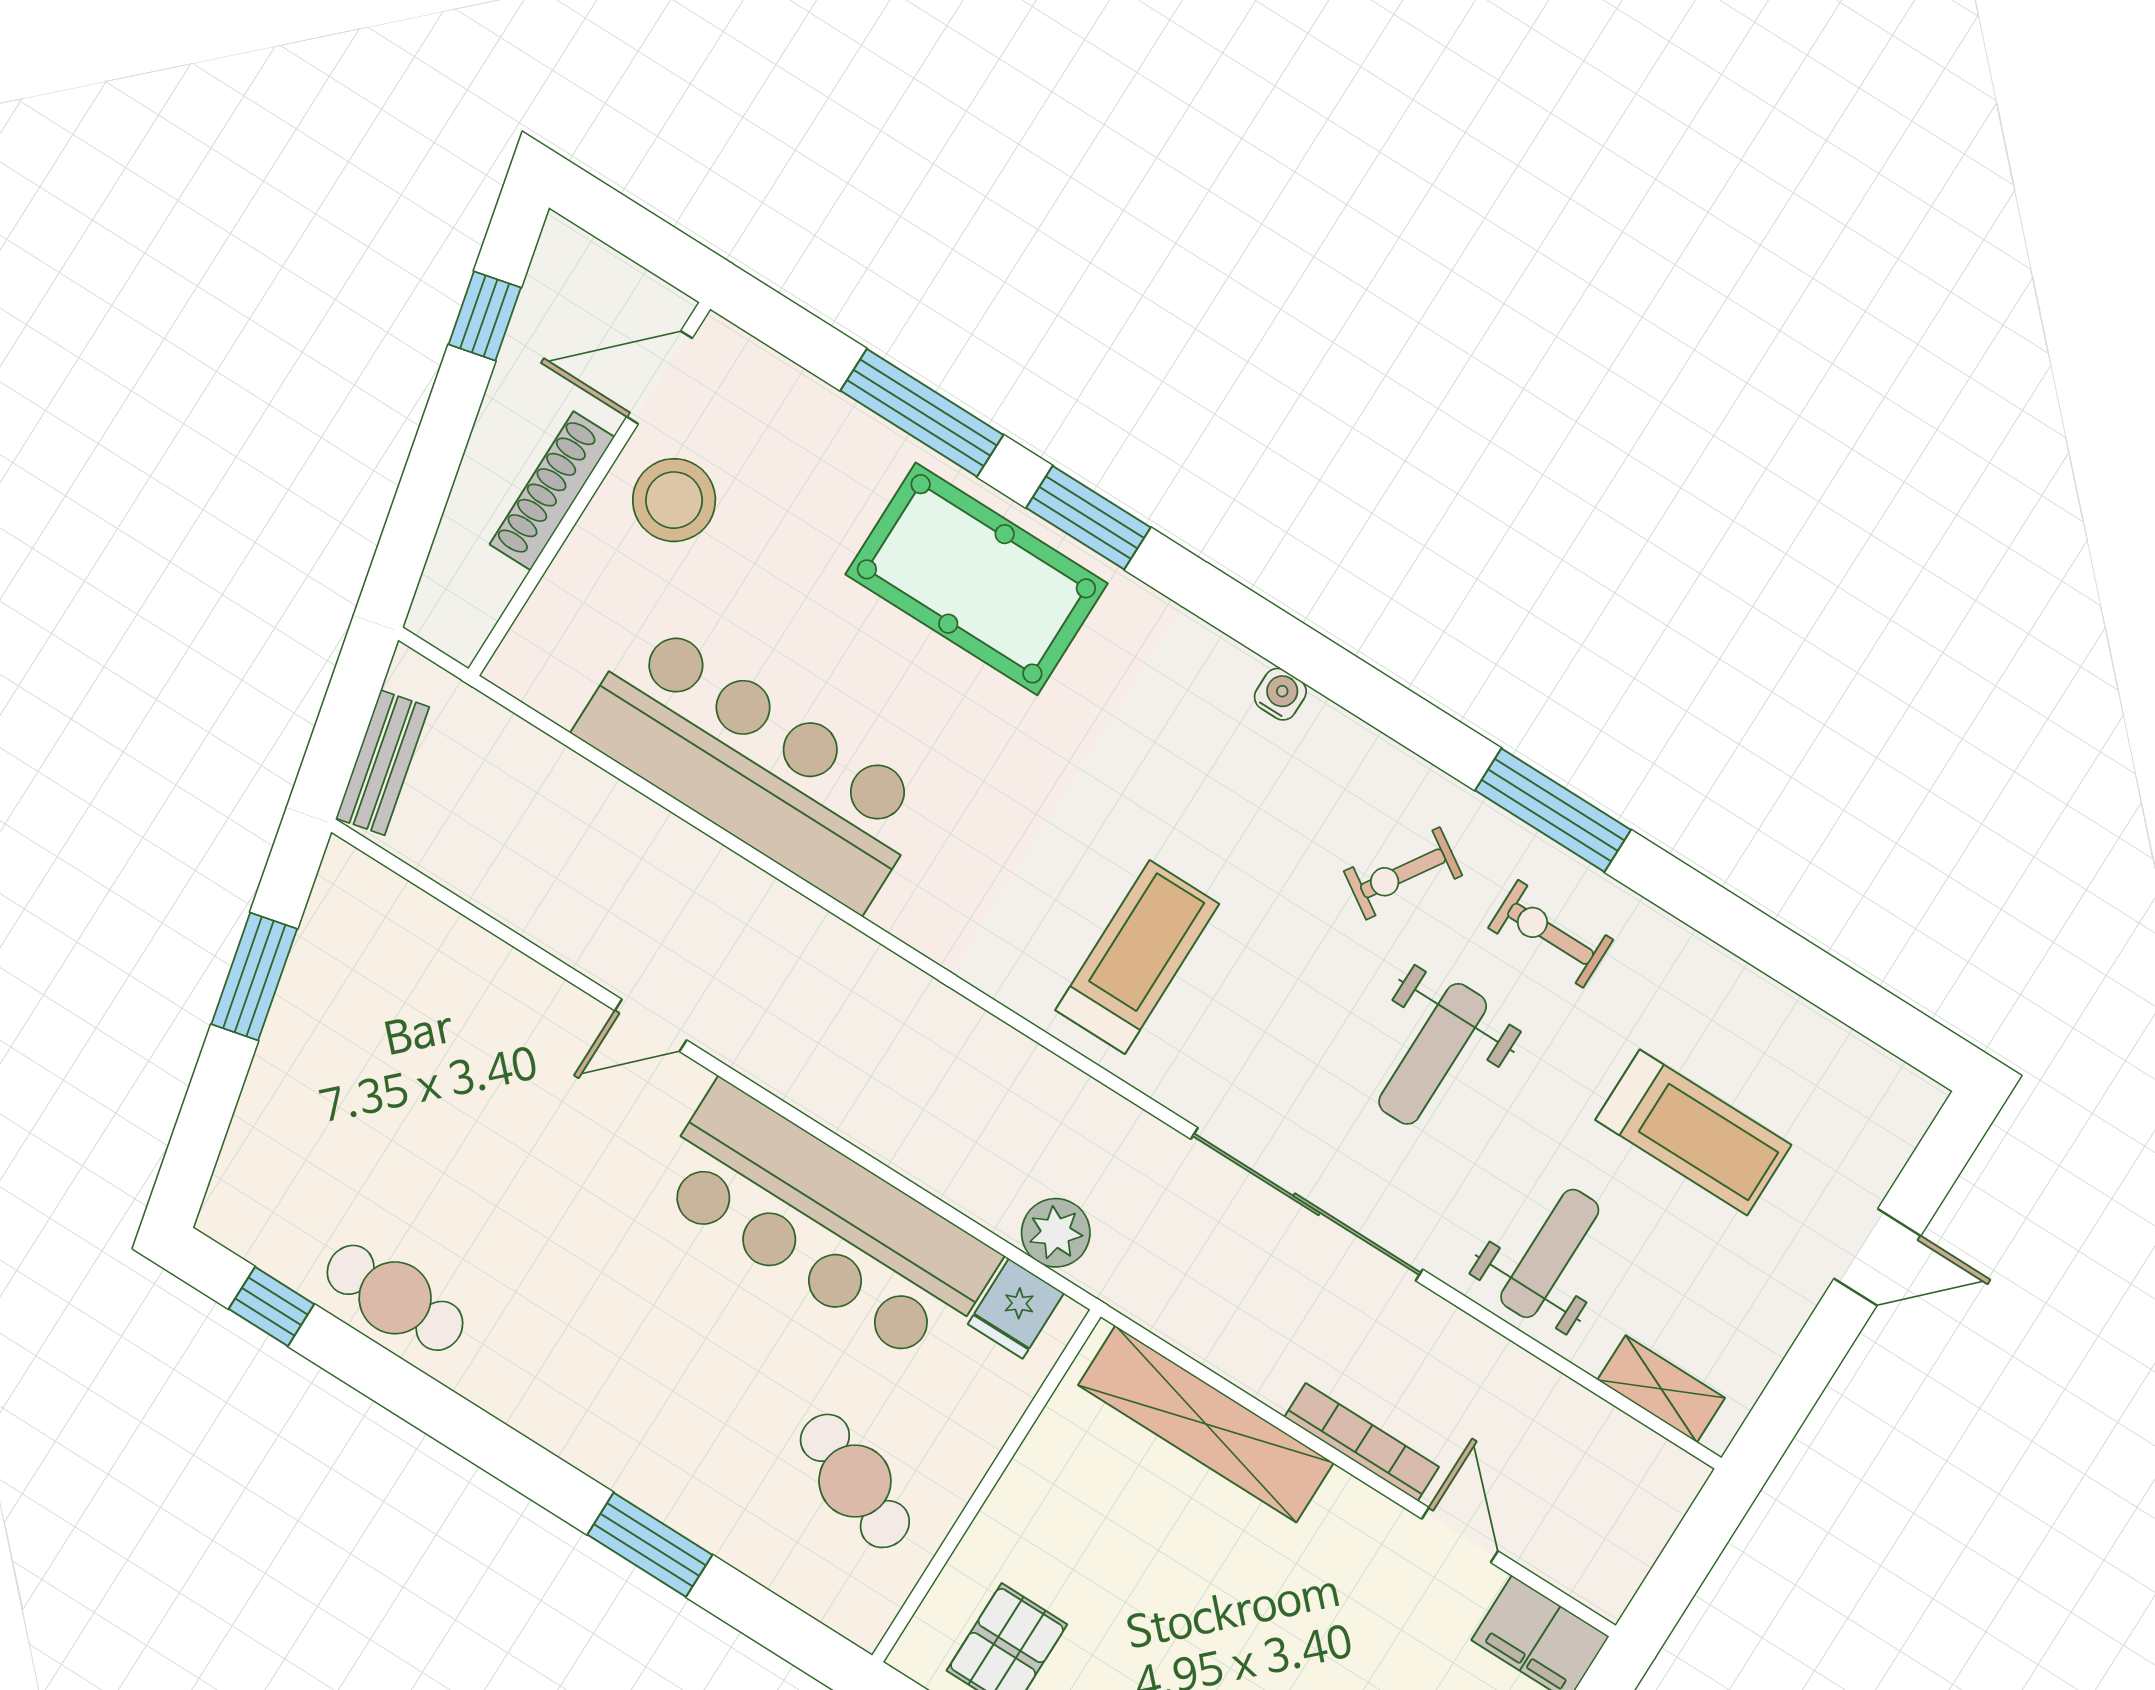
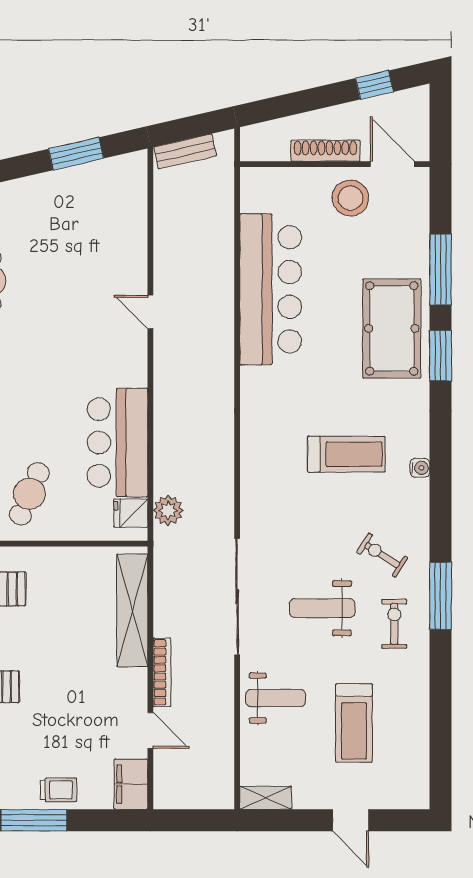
treadmill: (1137, 957) -> (346, 454), moved
bar counter: (825, 1224) -> (118, 442), width x0.73
shelving: (1661, 1389) -> (266, 798), moved, turned 90
door: (1460, 1535) -> (150, 730), hinge flipped

